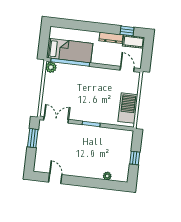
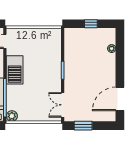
barbecue: (128, 108) -> (15, 70), moved, turned -90
door: (55, 178) -> (120, 99), width x1.88

